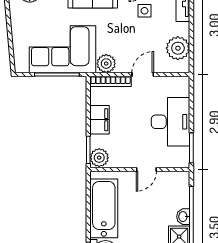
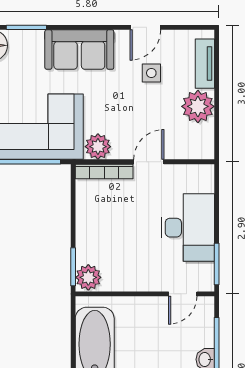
plant: (178, 48) -> (198, 106), moved
filing cabinet: (99, 120) -> (89, 225), removed
door: (146, 169) -> (183, 294), moved

